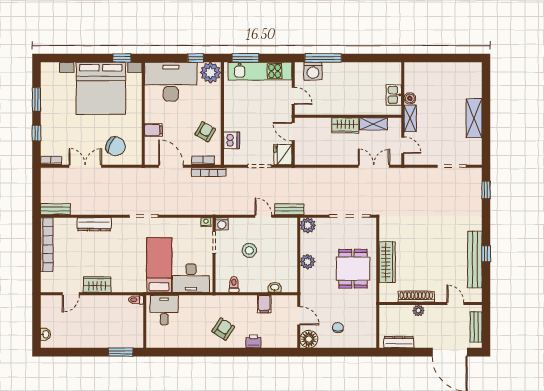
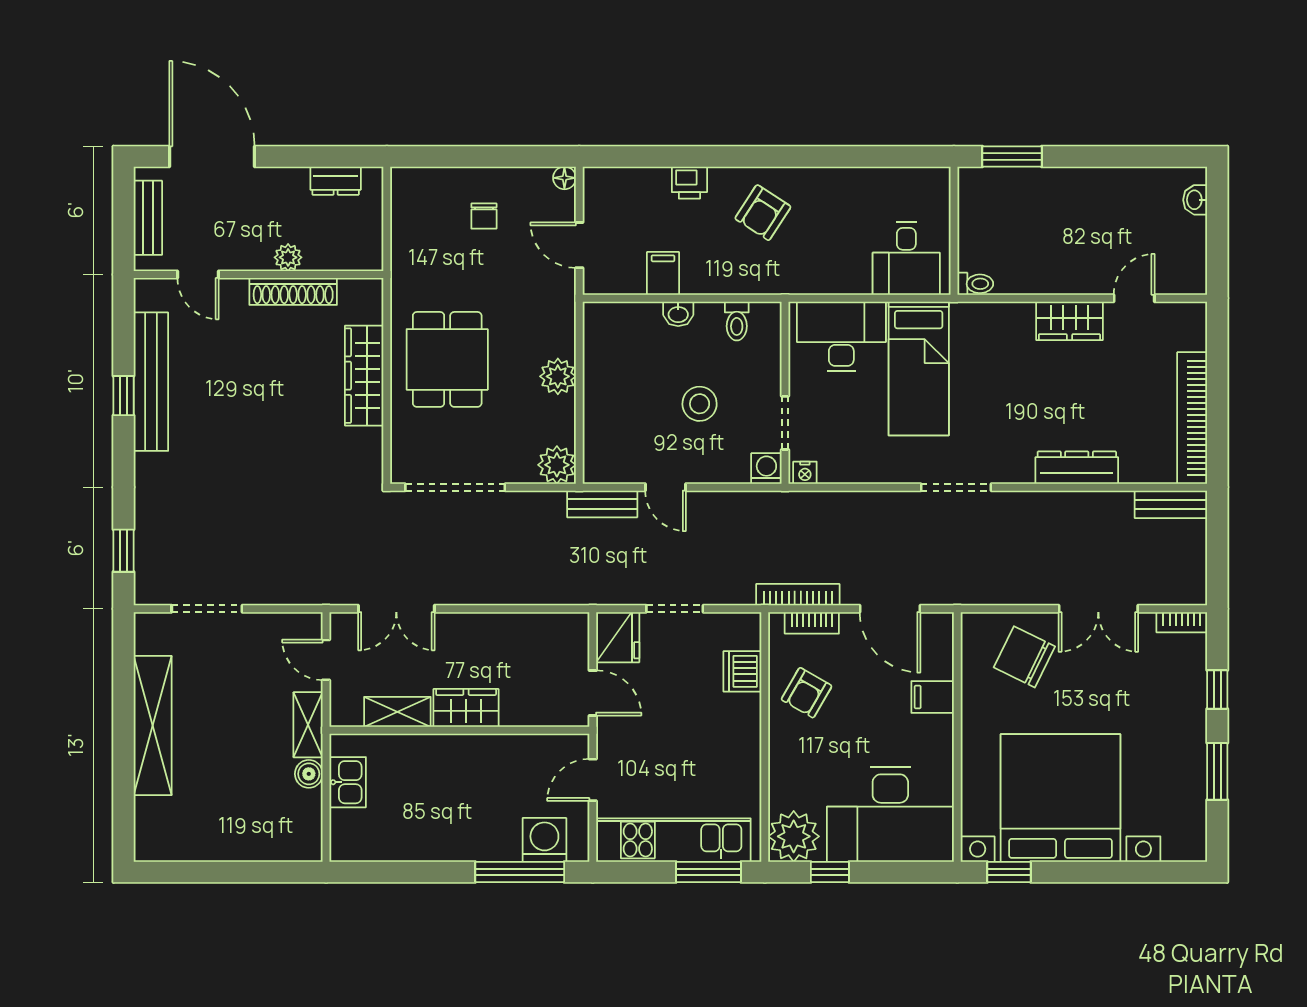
door: (293, 96) -> (593, 780), hinge flipped
shelving: (474, 118) -> (153, 726), width x1.47
washbasin: (275, 287) -> (678, 314), moved
floor lamp: (309, 339) -> (564, 178), width x0.53, depth x0.53
dresser: (399, 342) -> (336, 181), width x0.70

